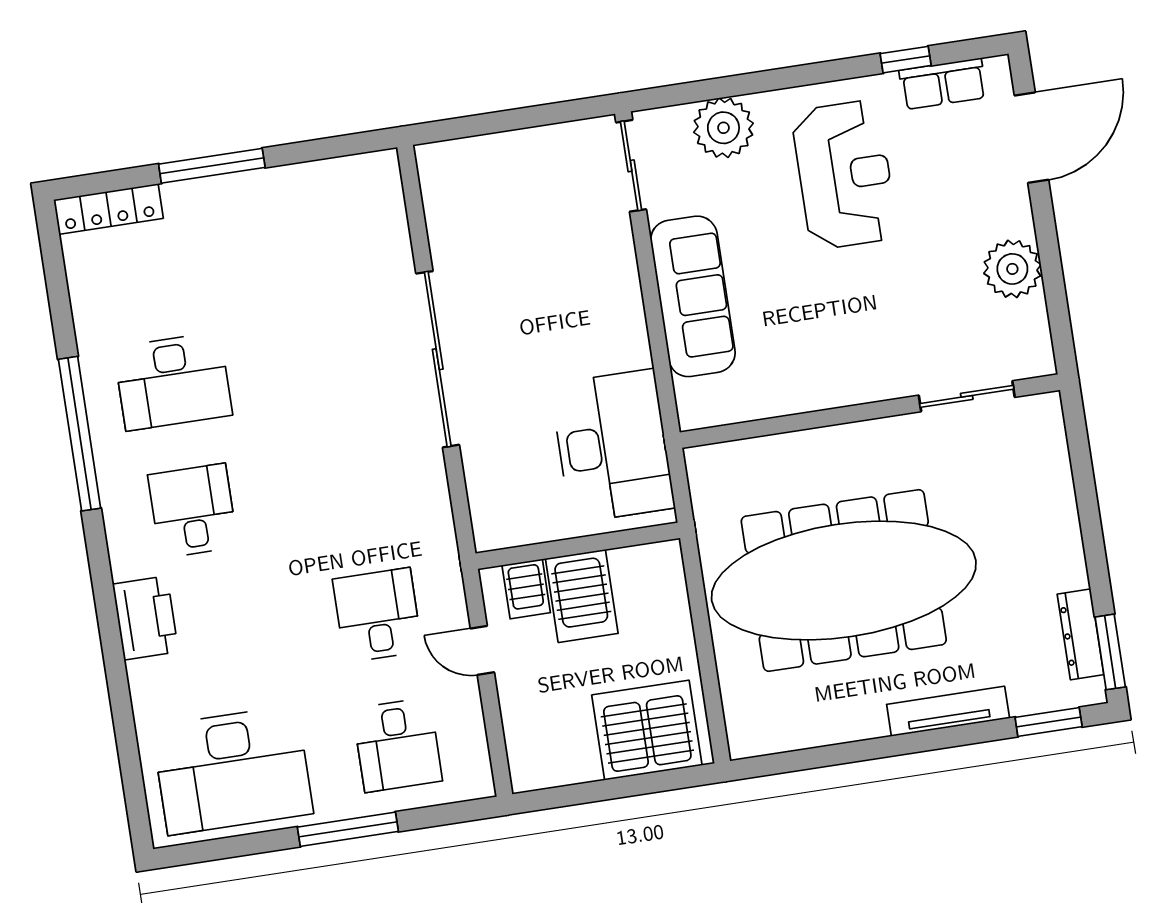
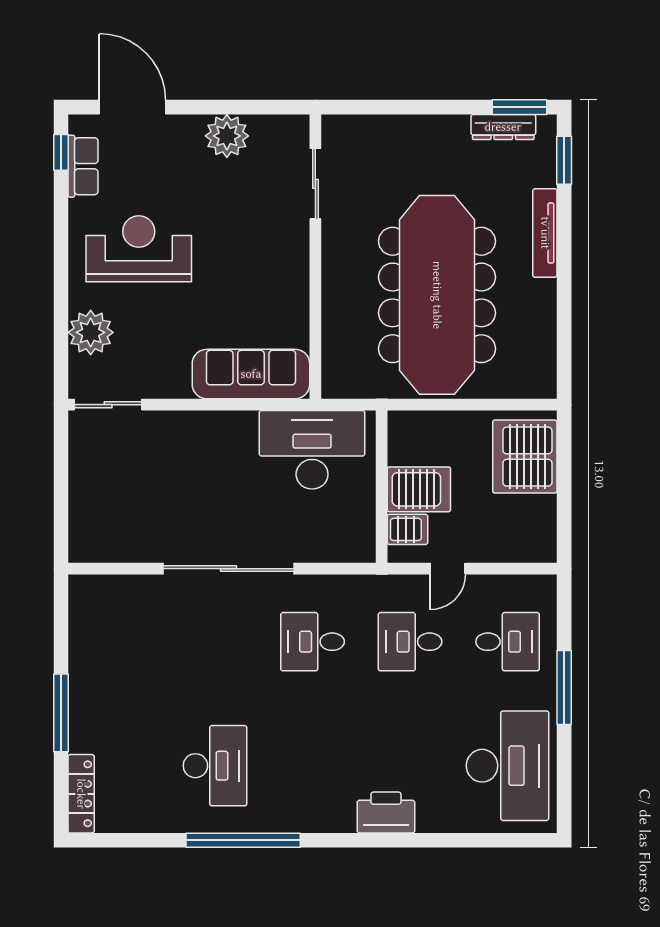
window: (906, 60) -> (61, 152), moved
sofa: (693, 296) -> (251, 374), moved
desk: (193, 511) -> (313, 642), moved

